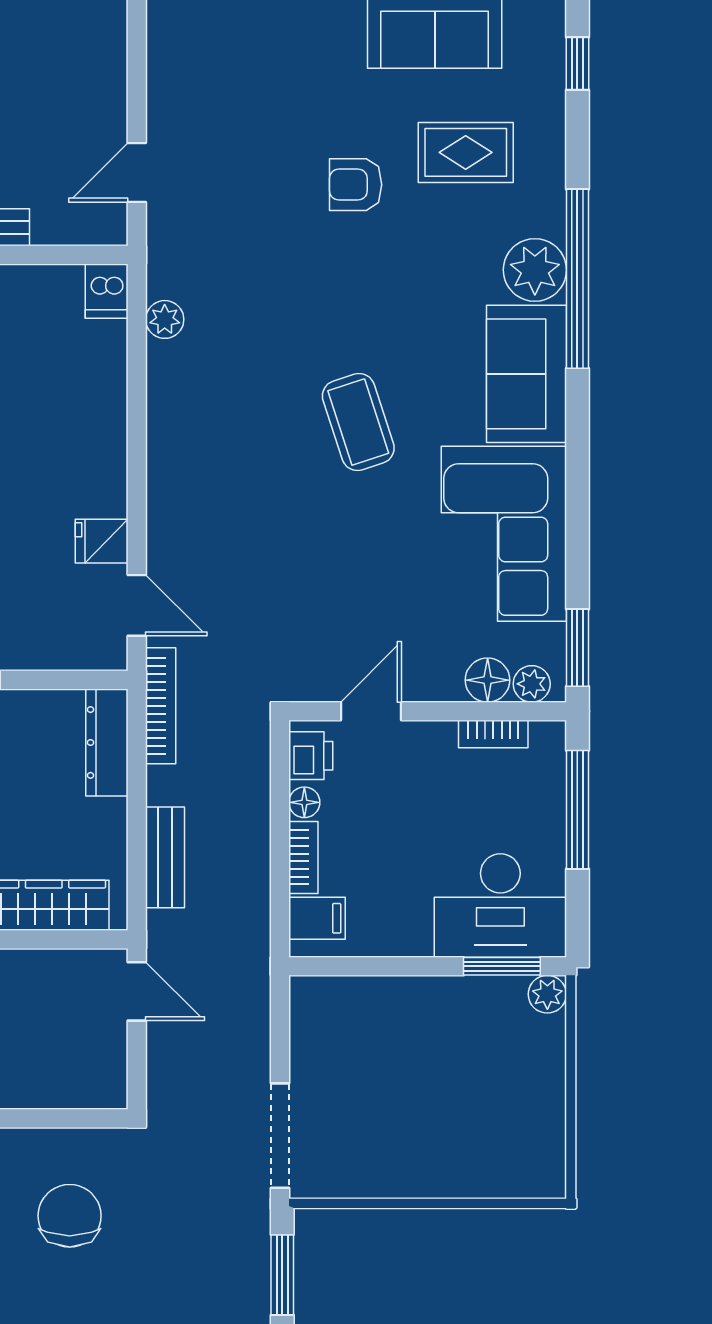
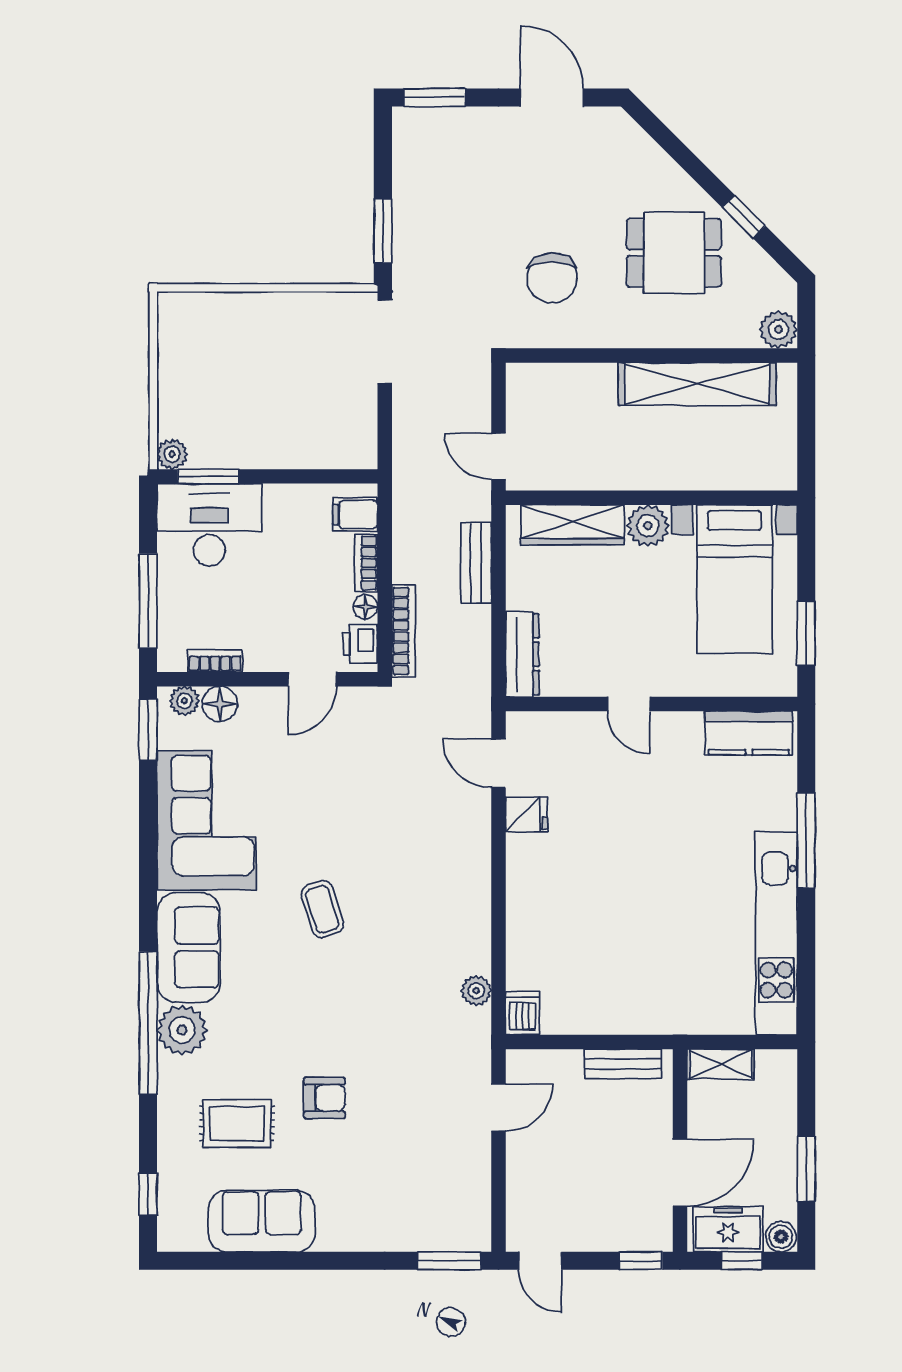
coffee table: (358, 422) -> (322, 909), width x0.73, depth x0.77
bookcase: (161, 706) -> (404, 631), moved, turned 180

